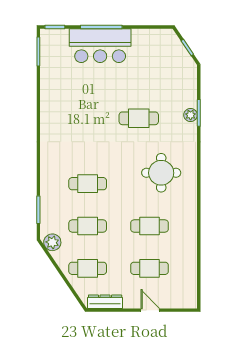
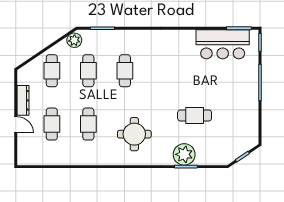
bar counter: (100, 46) -> (223, 44), moved, turned -90
plant: (191, 115) -> (184, 154), width x1.87, depth x1.87
cafe table: (139, 118) -> (195, 115), moved, turned 90
dresser: (105, 302) -> (23, 100), moved
door: (150, 310) -> (16, 125), hinge flipped

